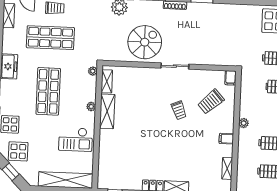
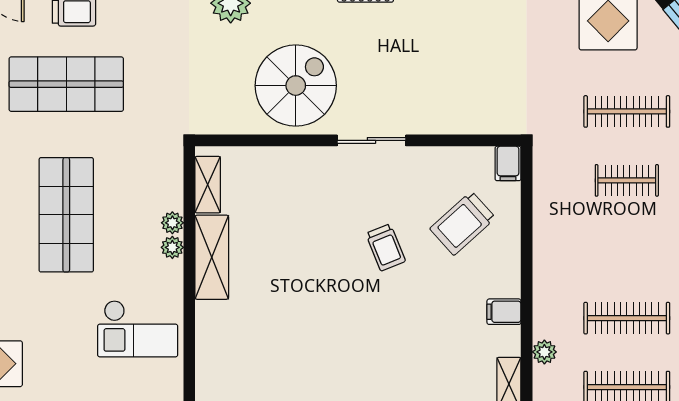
plant: (93, 71) -> (172, 223), moved
plant: (244, 123) -> (544, 352), moved

